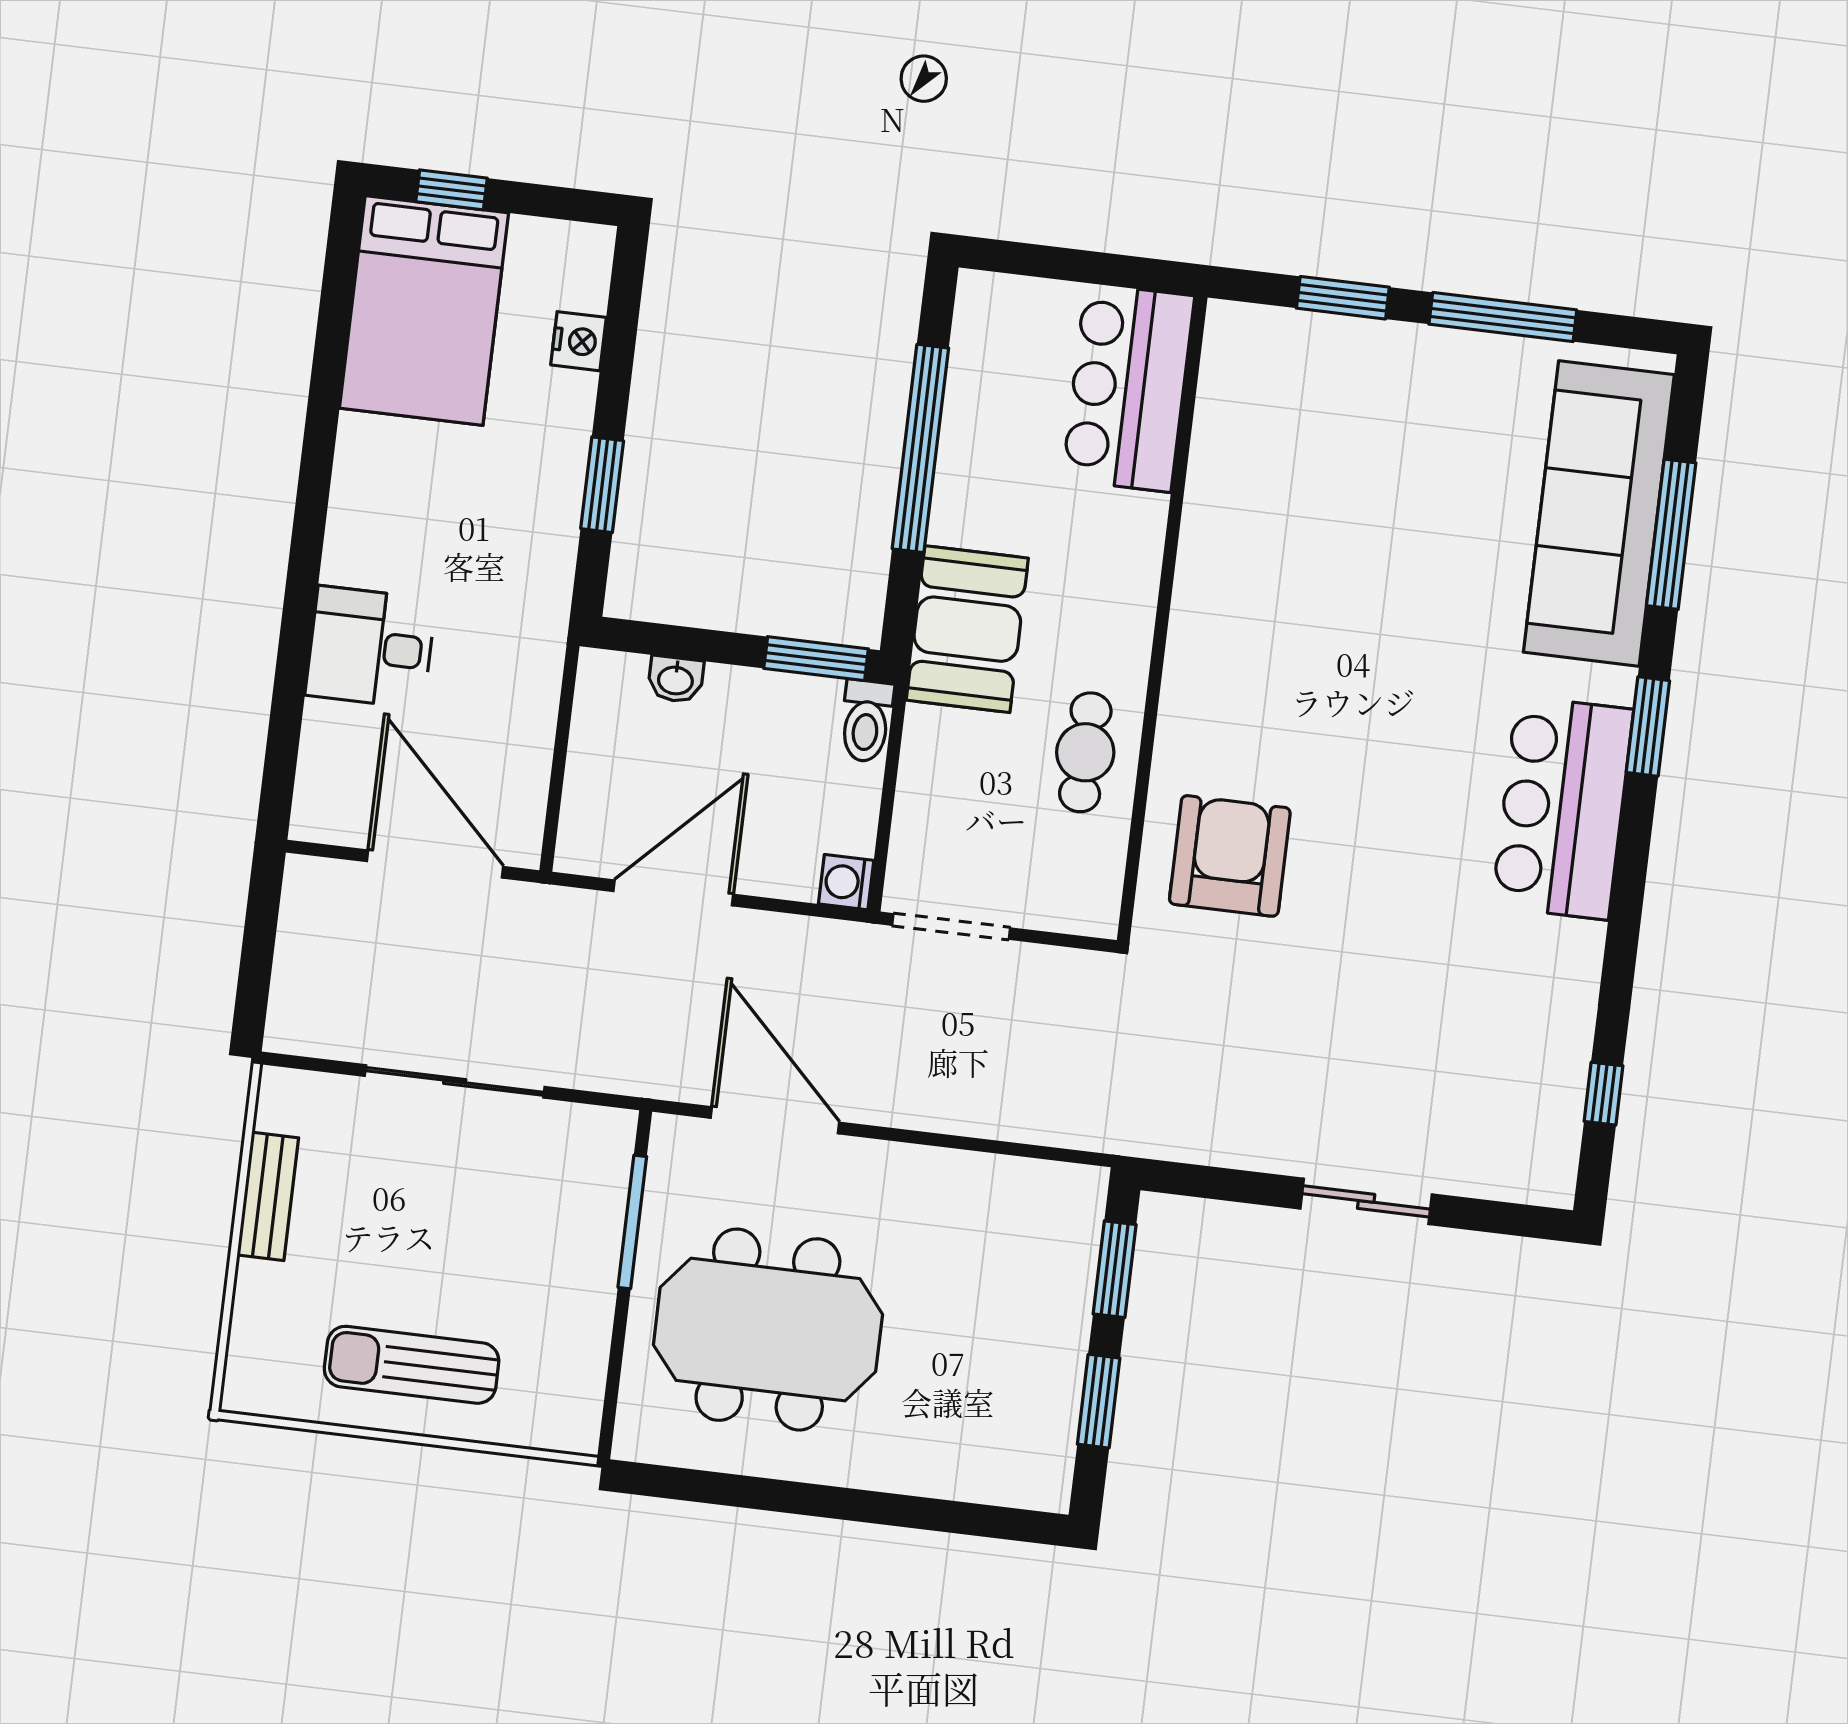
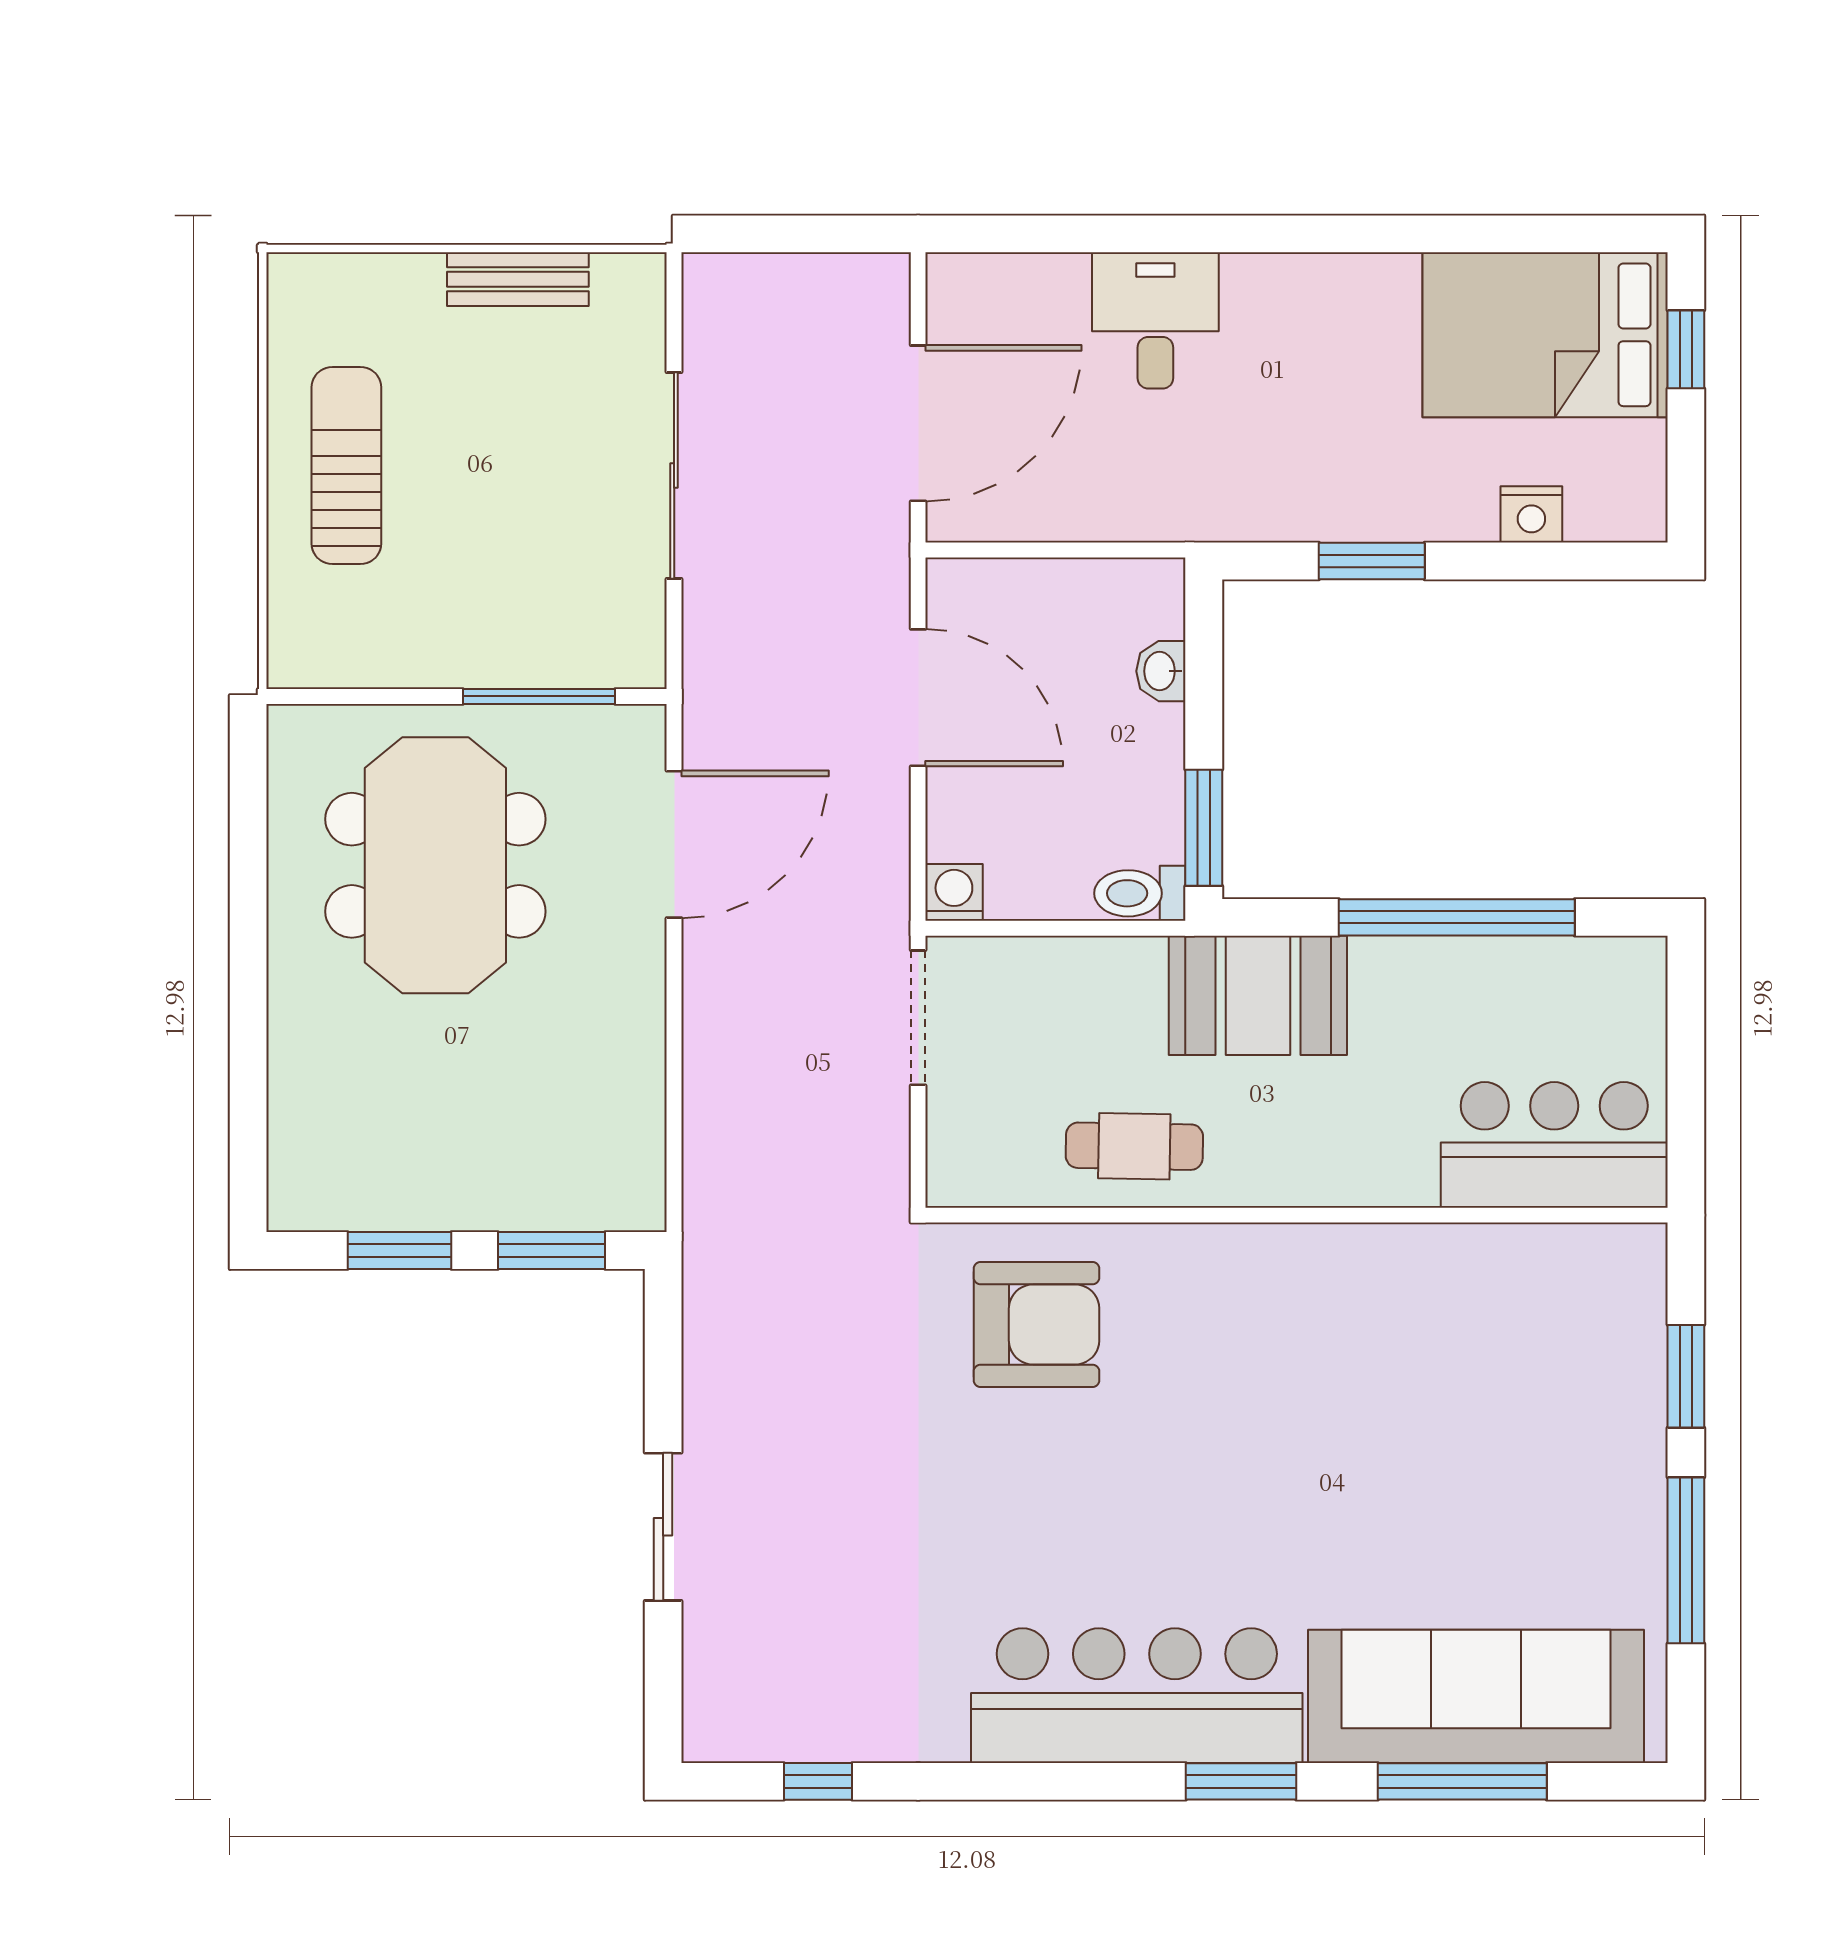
bar counter: (1563, 808) -> (1137, 1696), width x1.36

